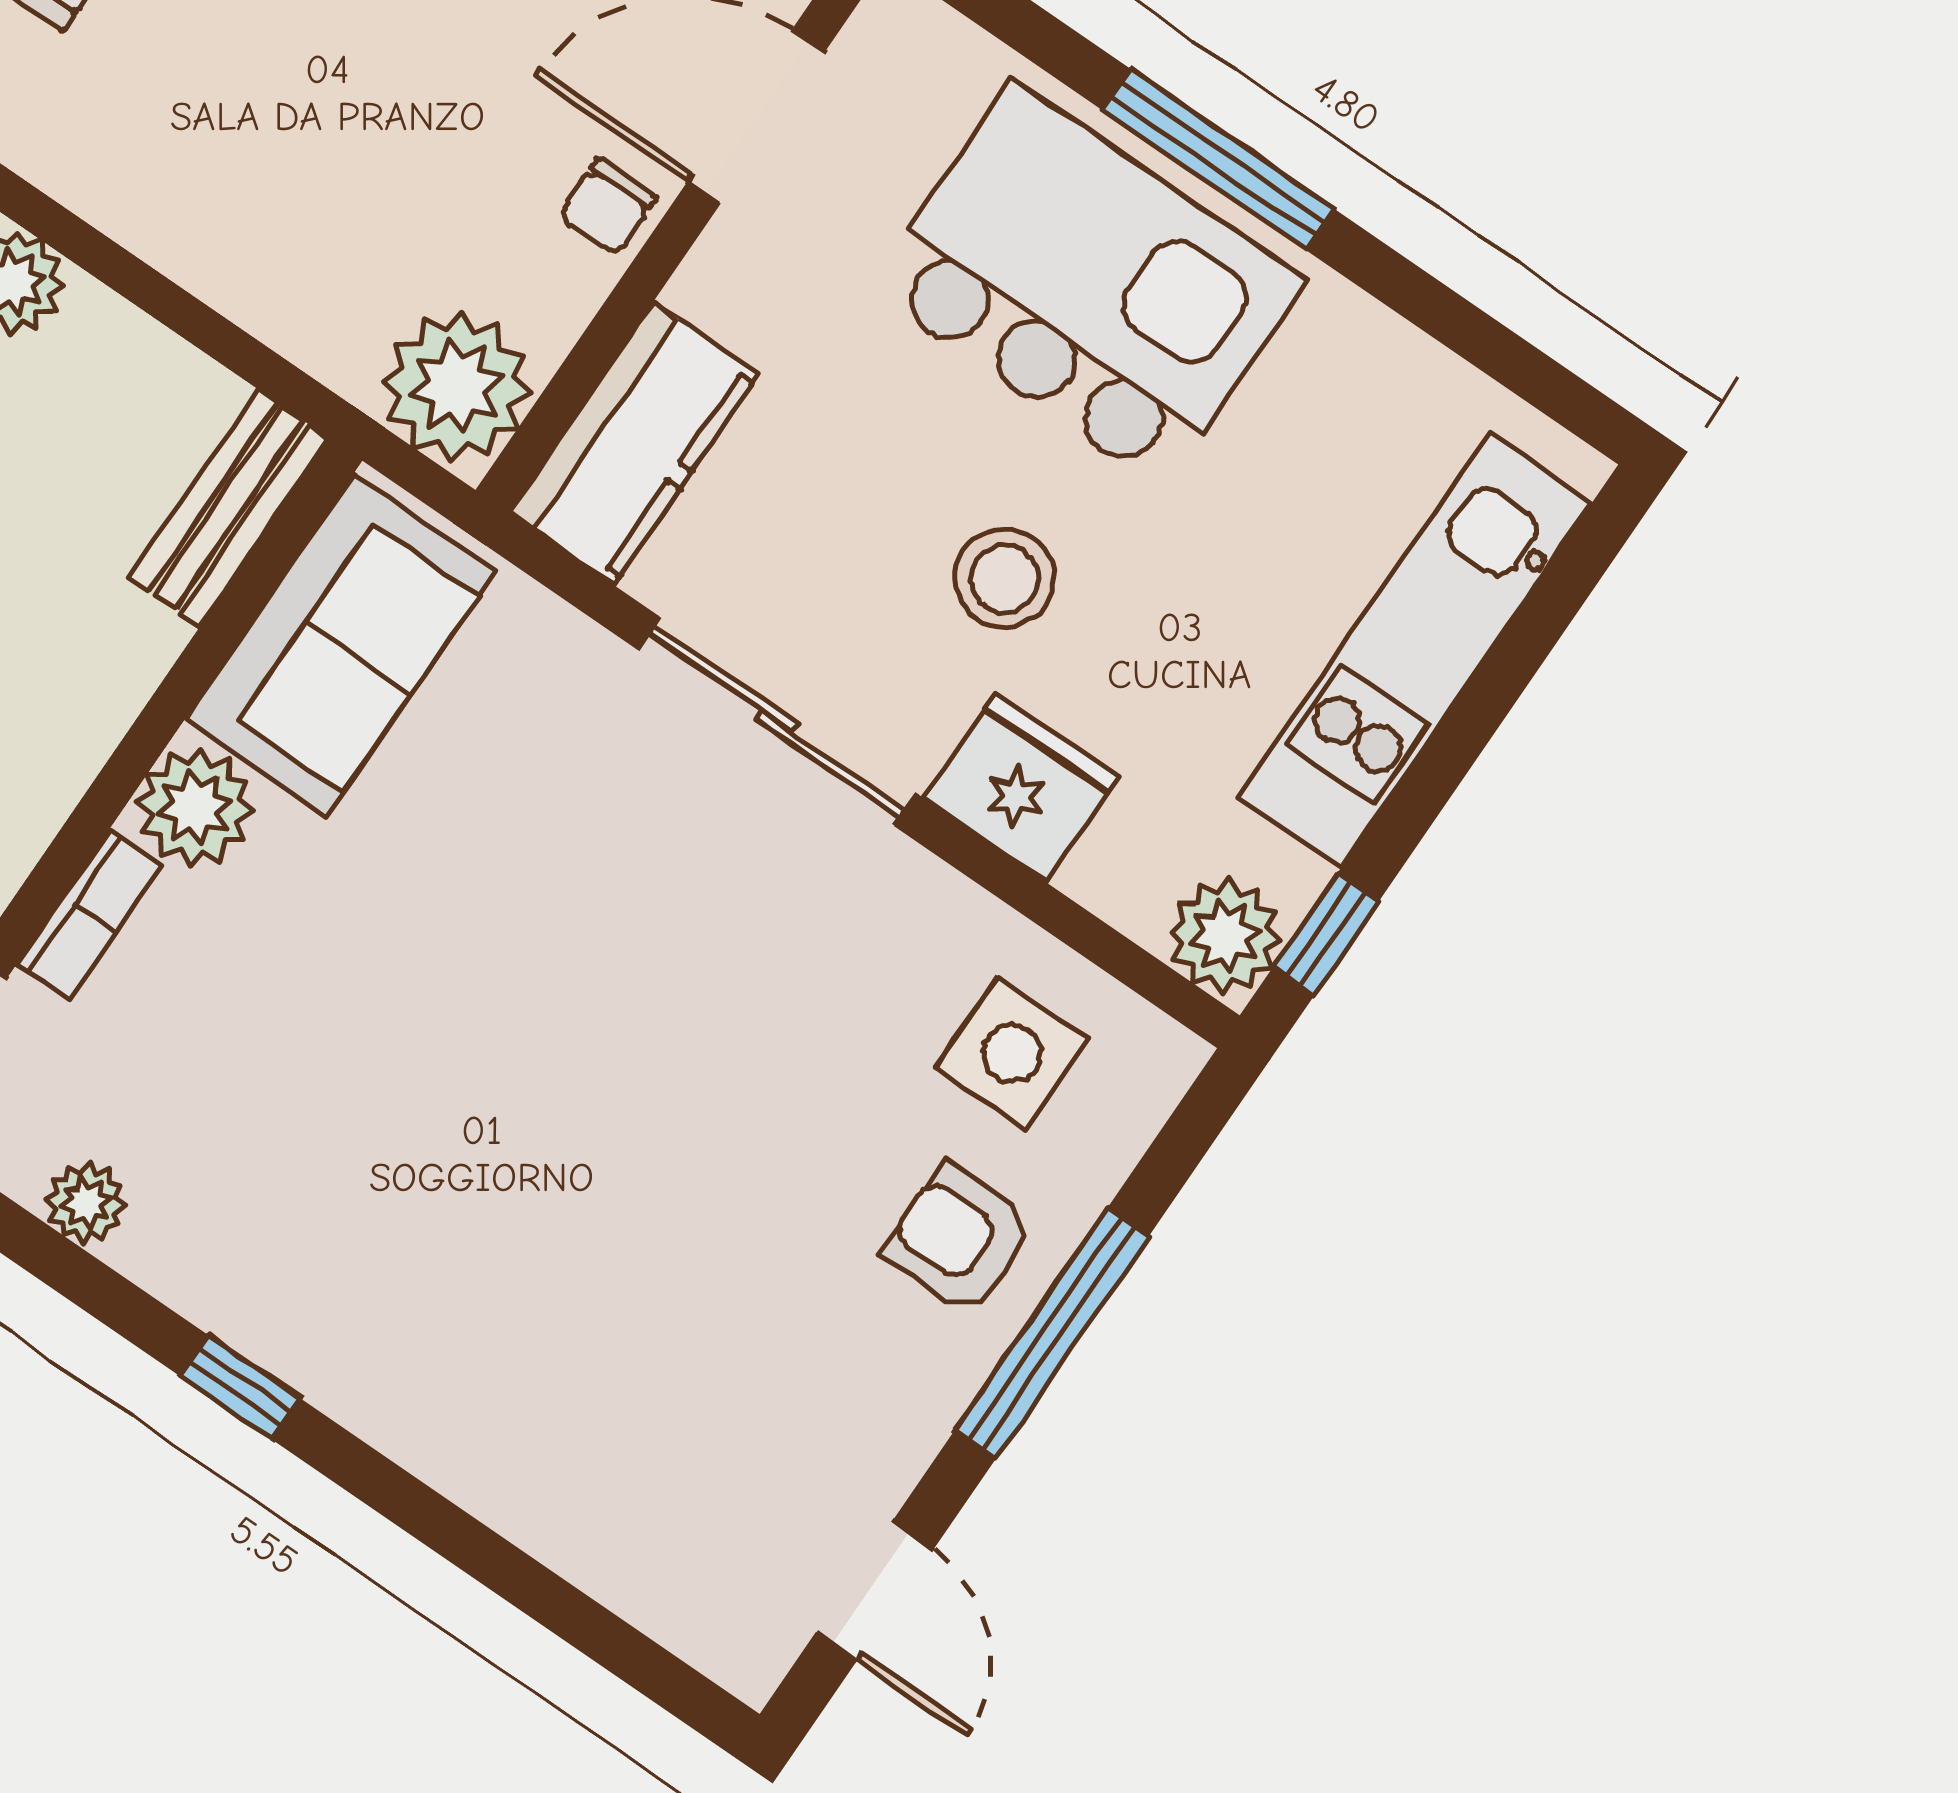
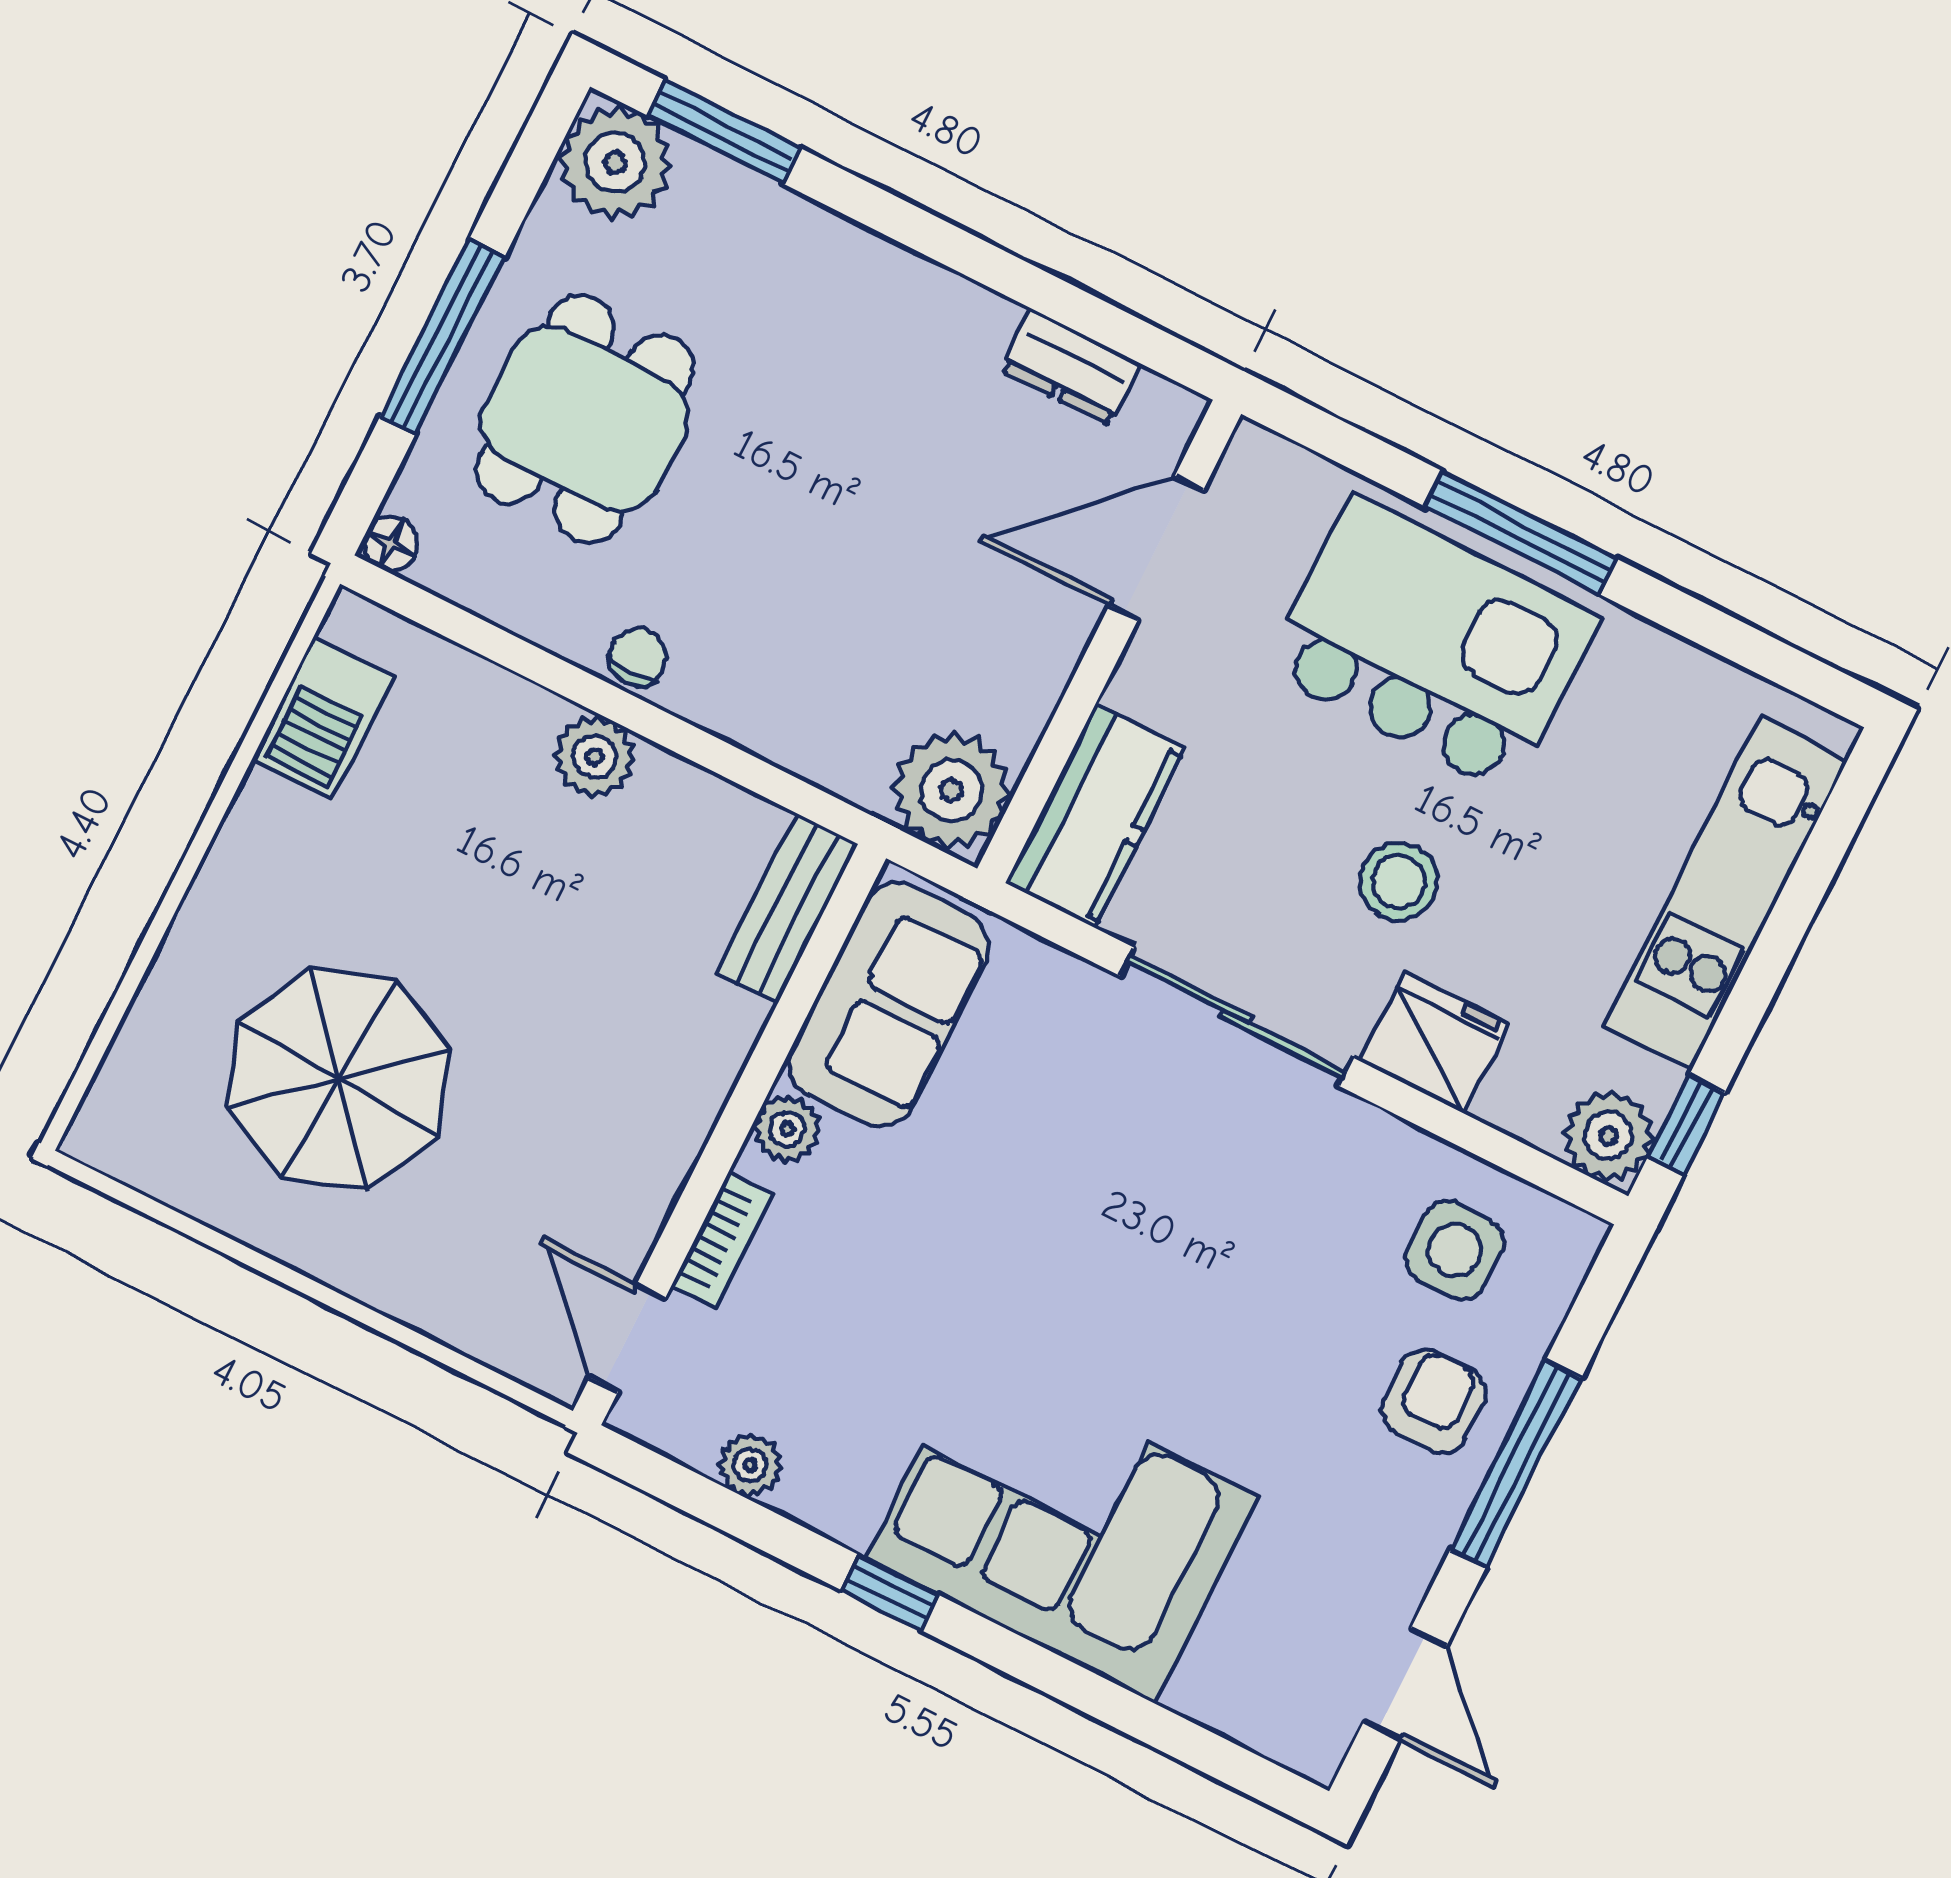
chair: (608, 207) -> (638, 657), moved, turned 180
plant: (195, 807) -> (787, 1129), width x0.73, depth x0.73
armchair: (959, 1240) -> (1434, 1401), turned 90
corner sofa: (468, 1335) -> (1062, 1528), added

